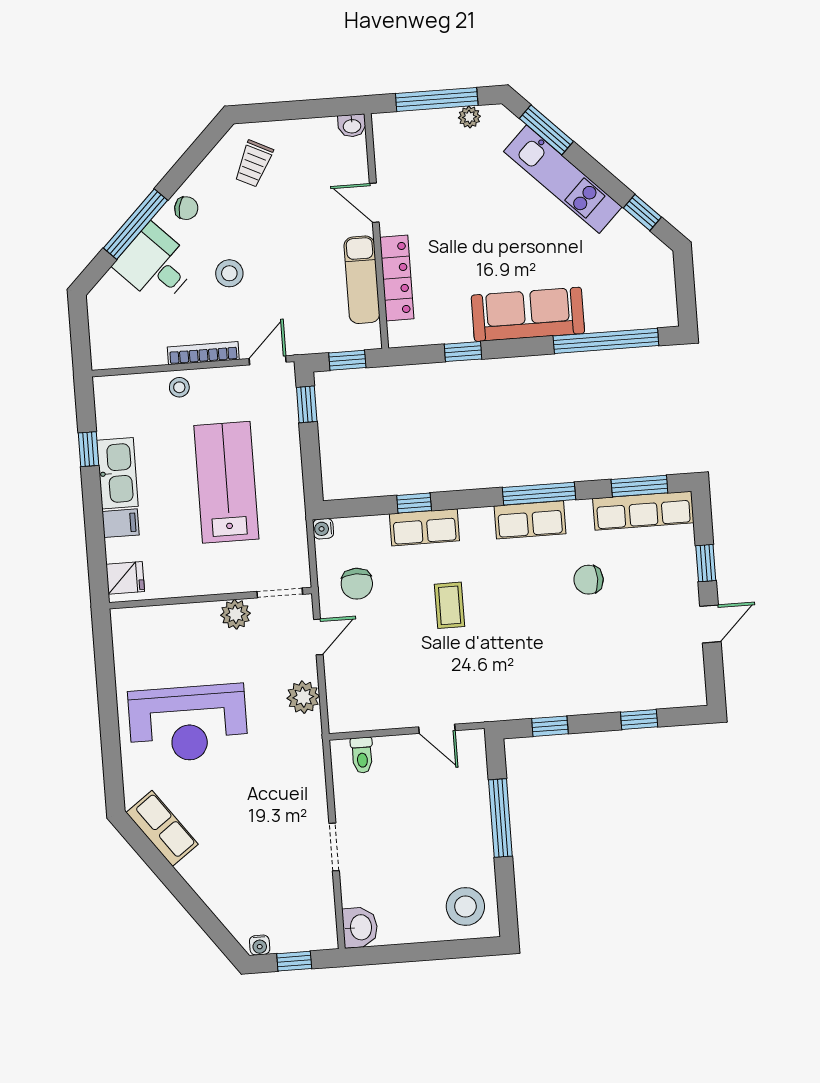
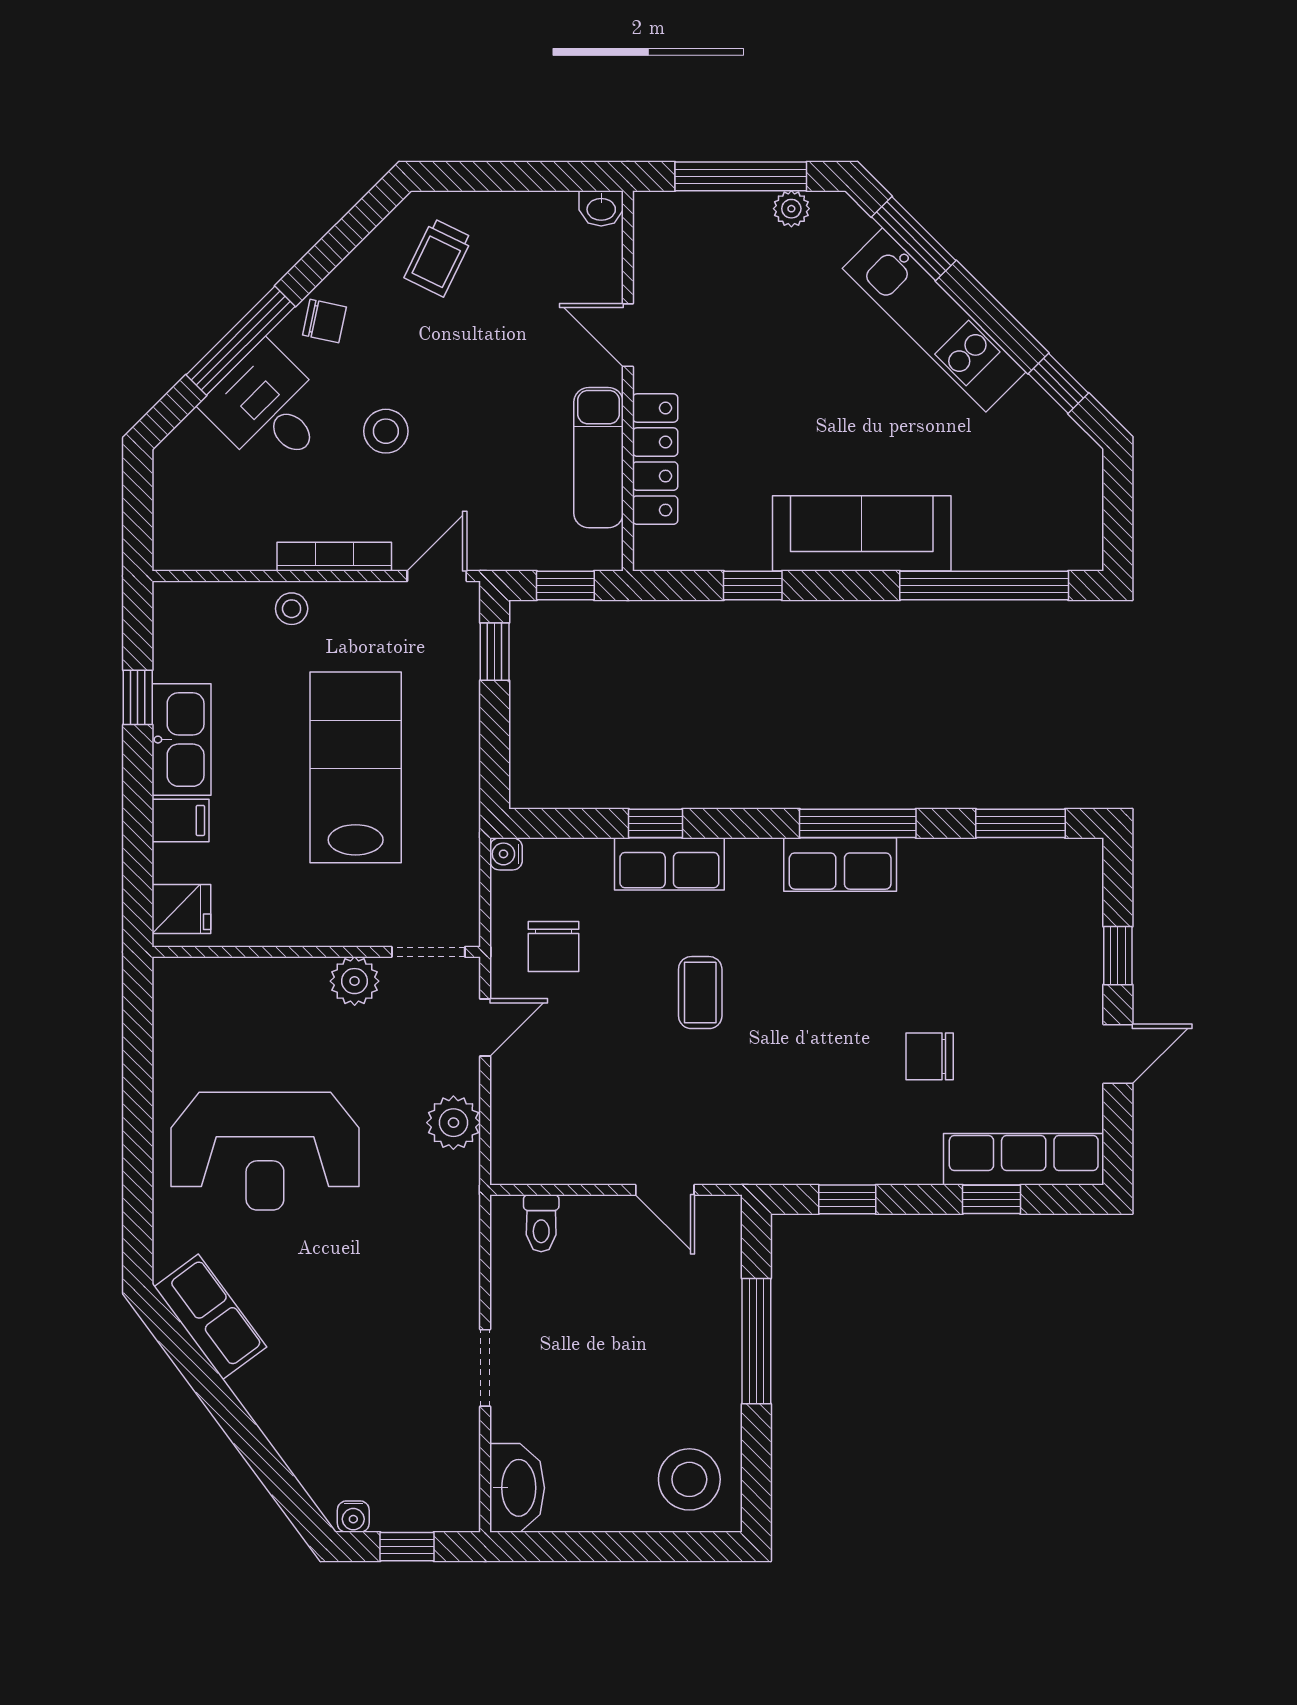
row of seats: (643, 511) -> (1024, 1159), moved, turned 180
chair: (589, 580) -> (930, 1056), moved
washbasin: (360, 927) -> (517, 1488), width x1.38

